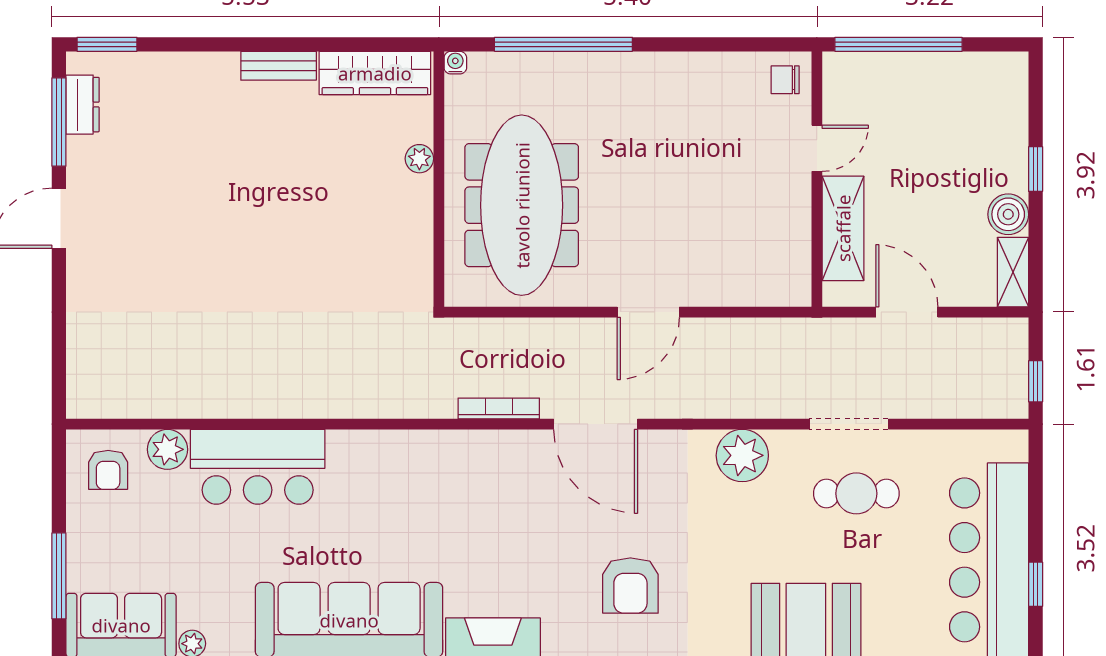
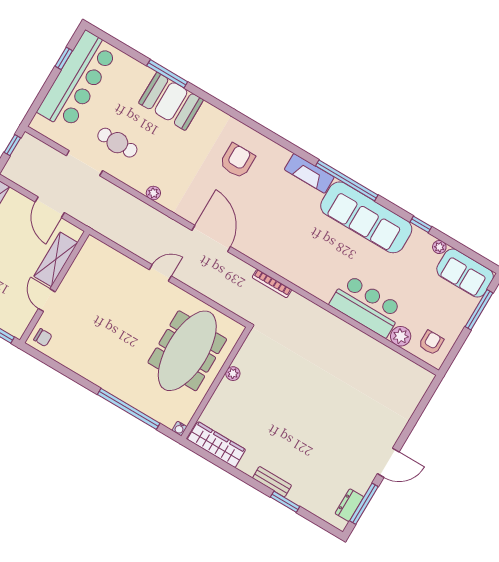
window: (107, 44) -> (285, 502), moved
bench: (279, 66) -> (272, 482), moved
door: (817, 148) -> (47, 300), hinge flipped
plant: (419, 159) -> (233, 374), moved
door: (648, 312) -> (160, 273), width x0.73
bookcase: (499, 408) -> (272, 284), moved
doorway: (849, 424) -> (84, 163), moved
plant: (742, 455) -> (153, 193), width x0.53, depth x0.53

